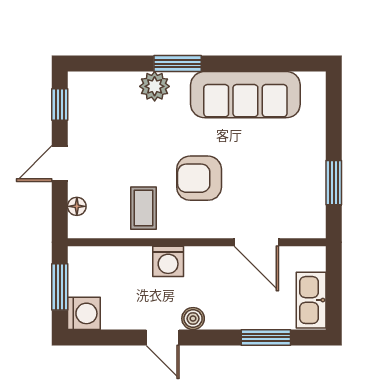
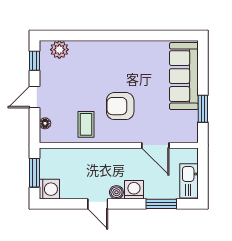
window: (178, 64) -> (107, 36), removed
plant: (155, 86) -> (59, 50), moved
sofa: (245, 95) -> (184, 76), moved, turned 90
washing machine: (168, 261) -> (134, 190), moved, turned 180

